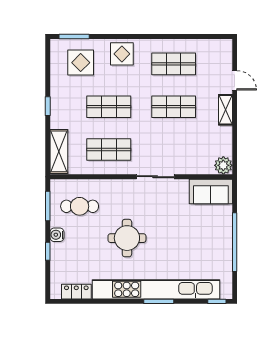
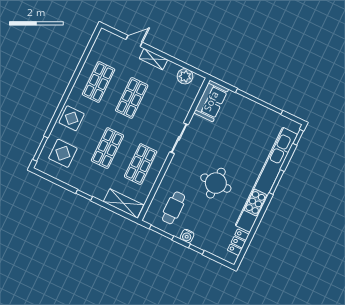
plant: (223, 165) -> (185, 76), moved

